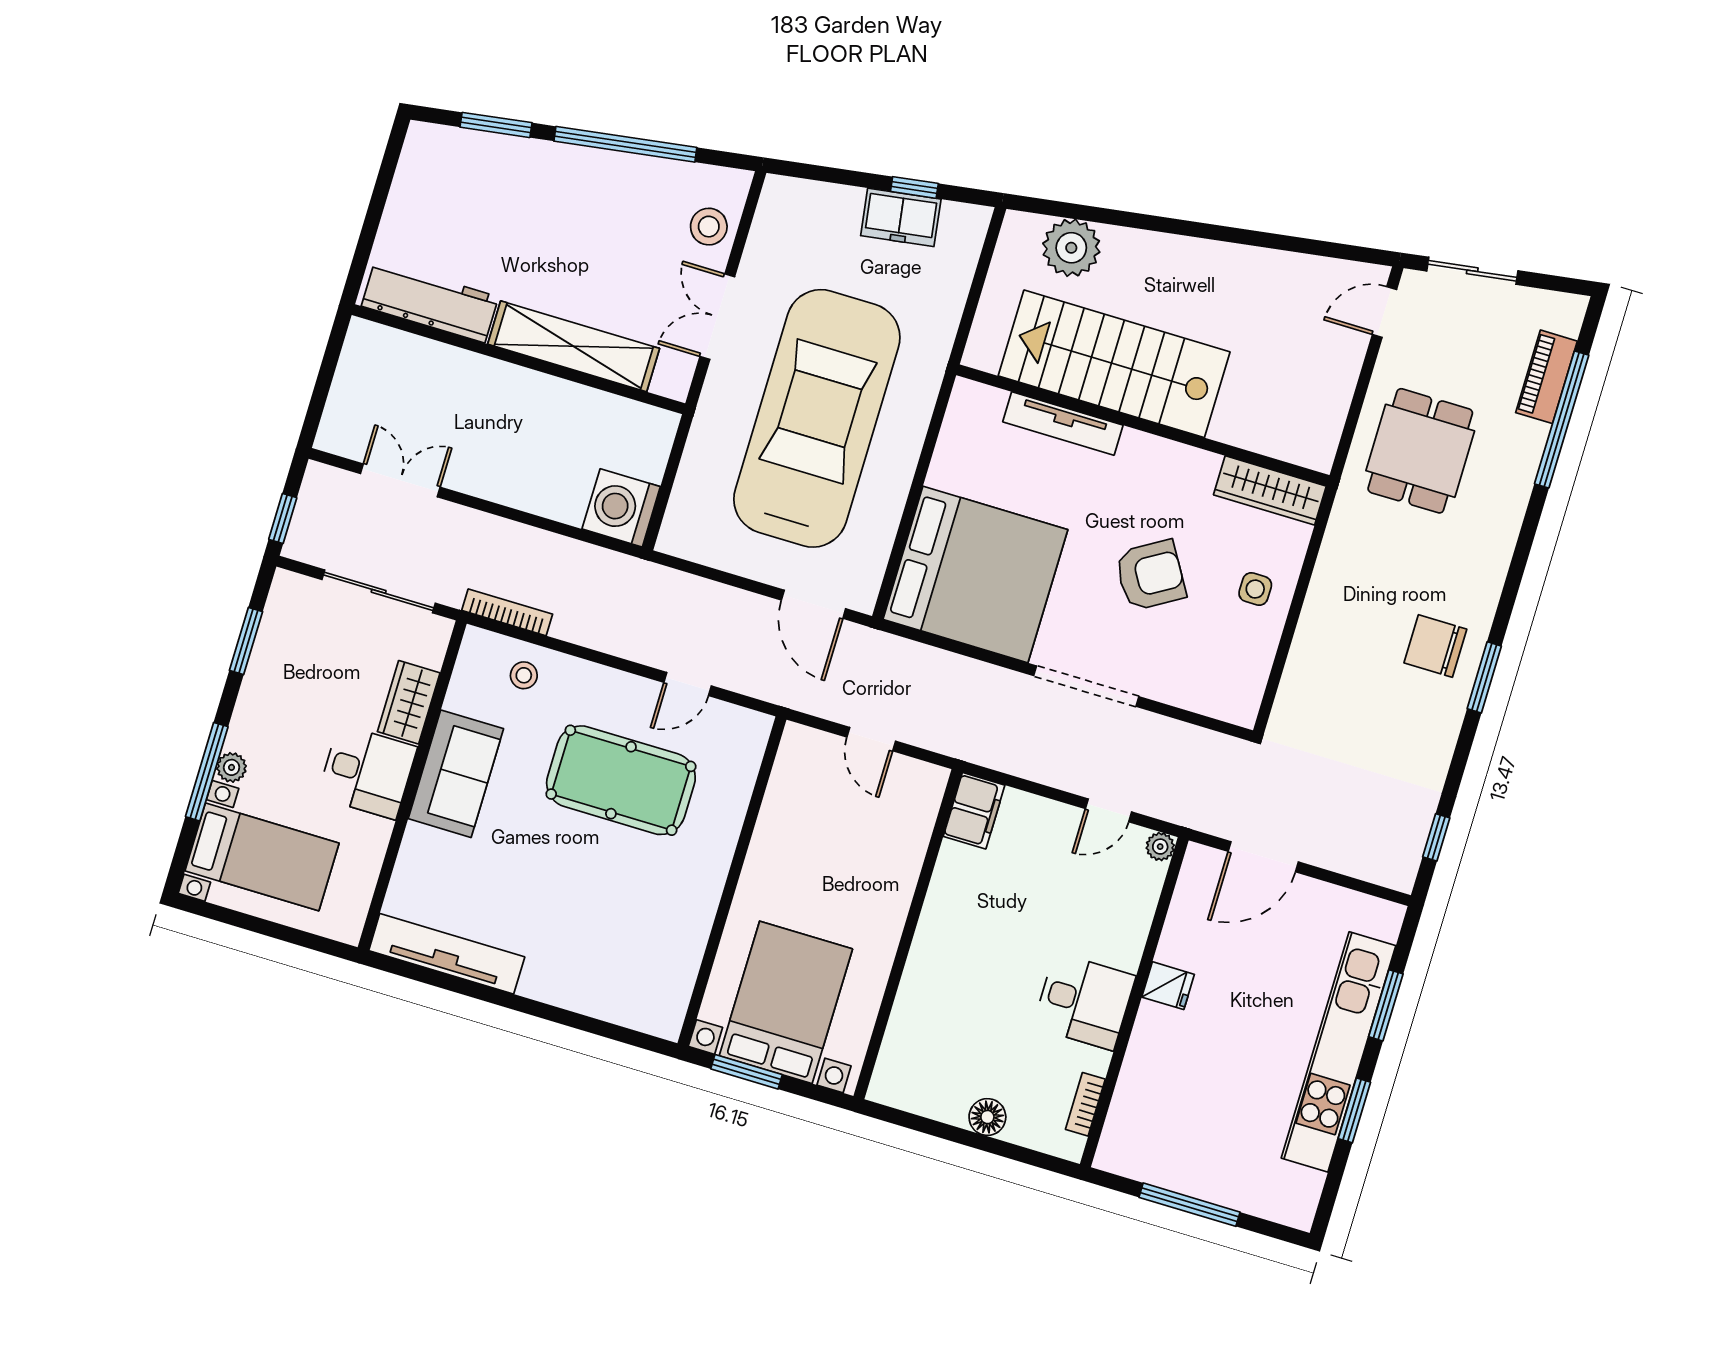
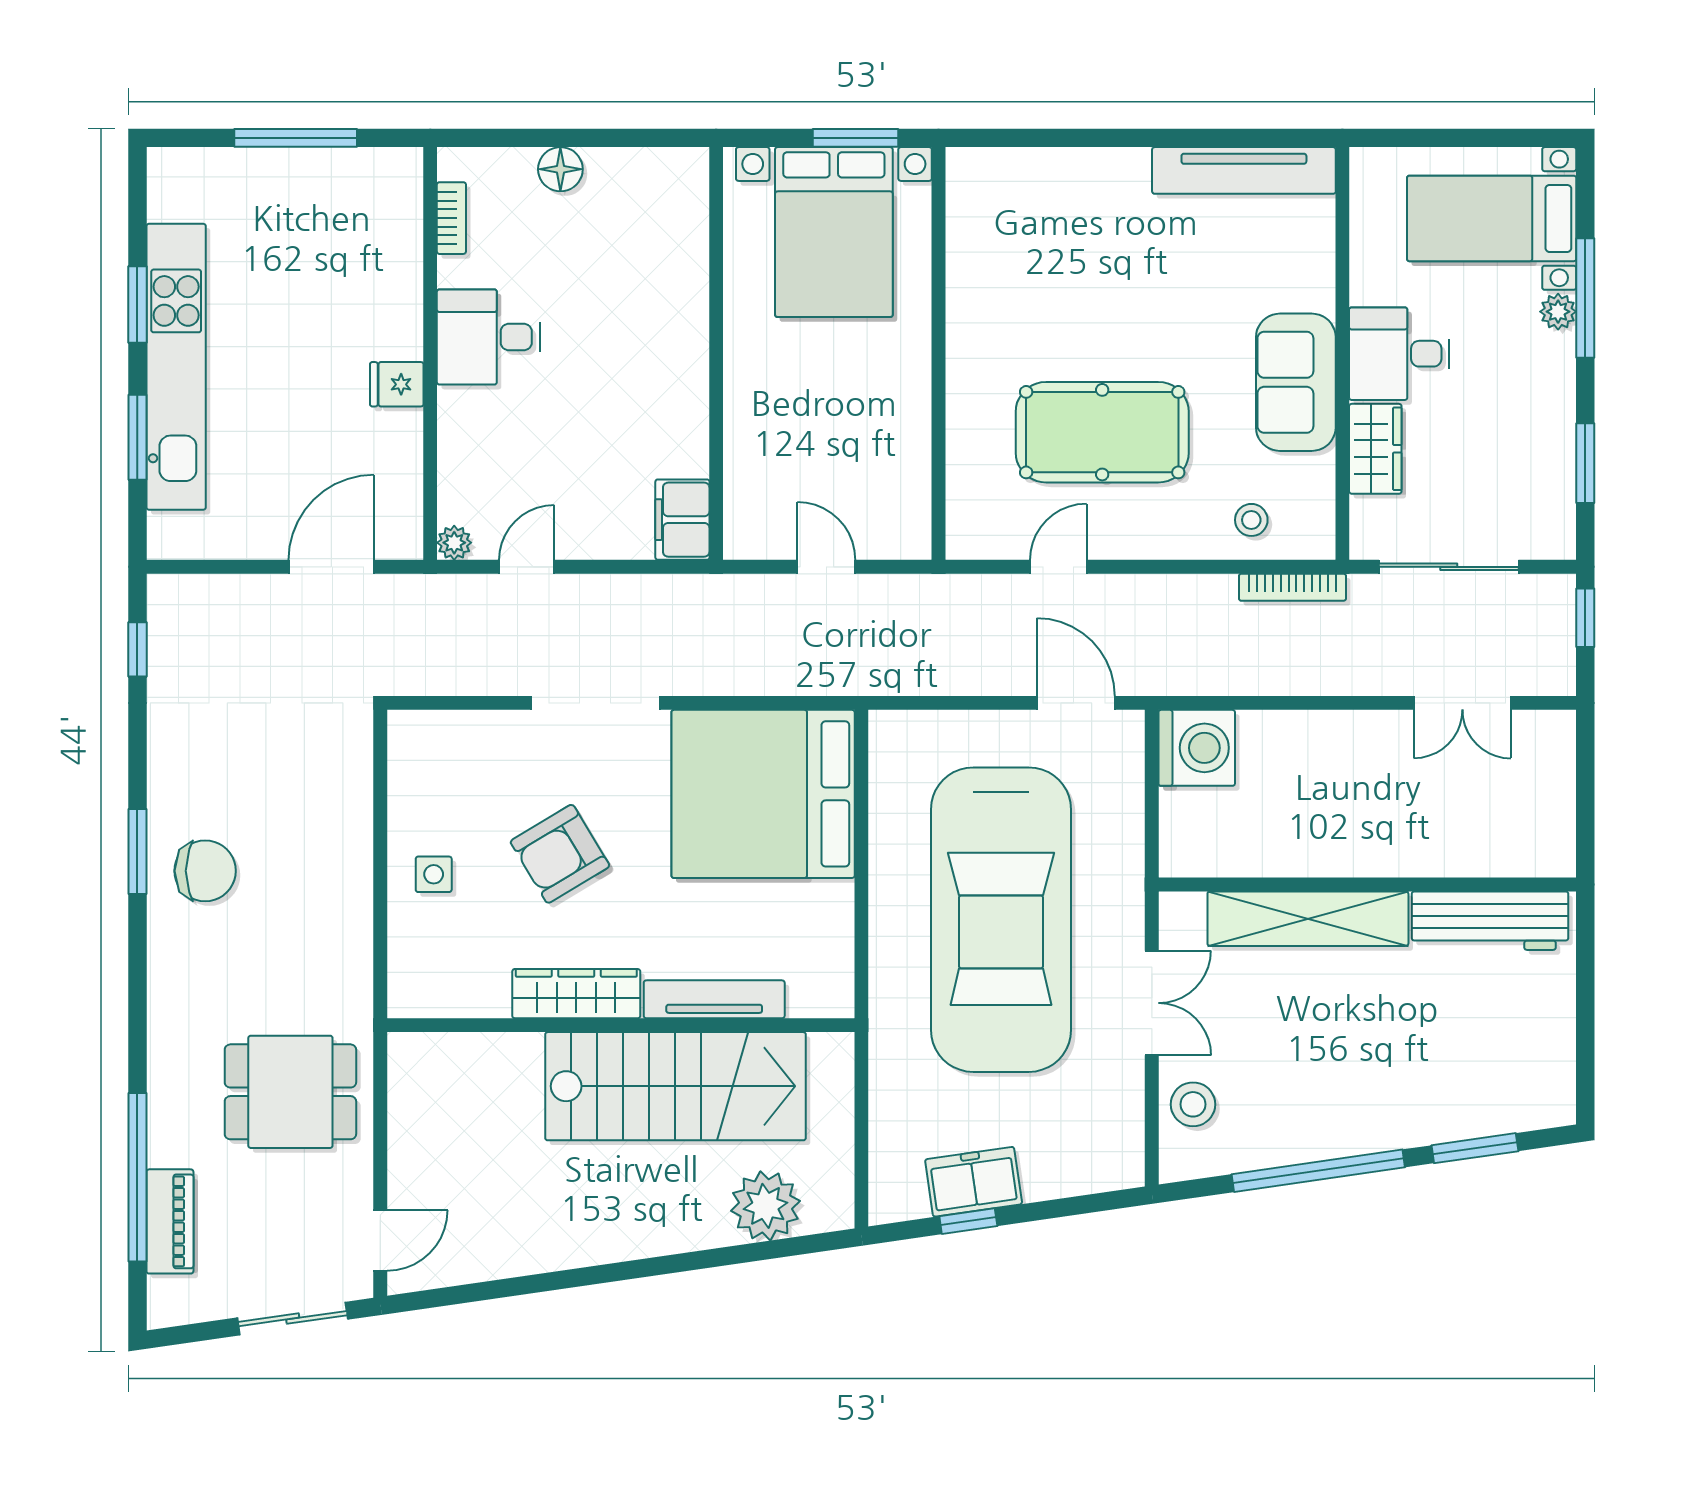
dining table: (1420, 451) -> (290, 1092), turned 90
wardrobe: (1270, 490) -> (576, 994), moved
door: (814, 604) -> (1076, 703), moved

